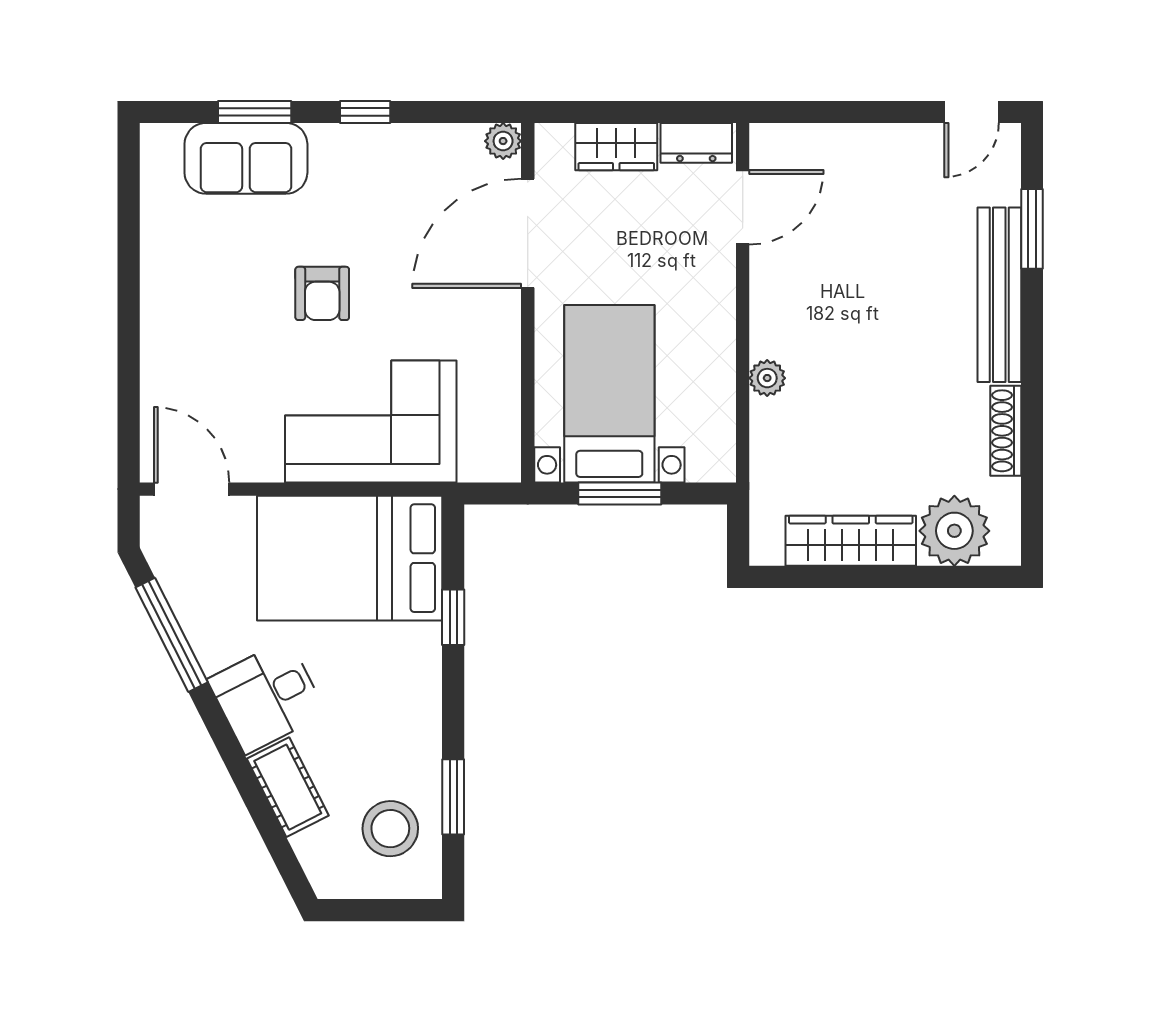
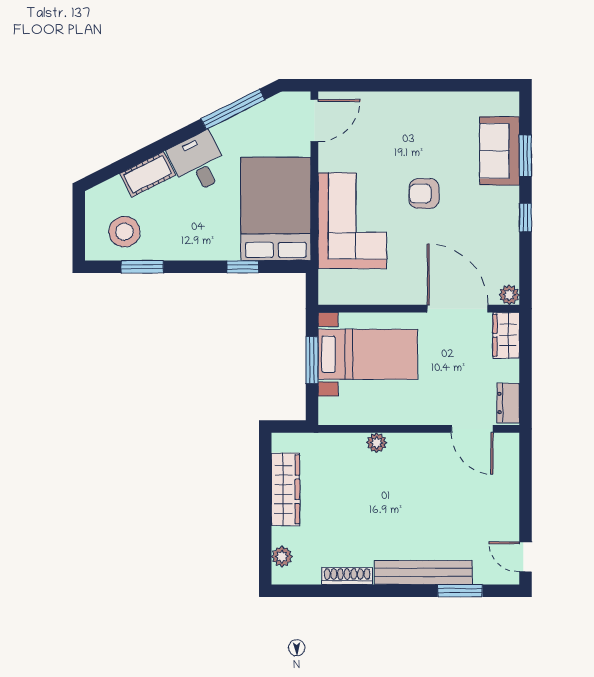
wardrobe: (616, 147) -> (506, 335), moved
plant: (954, 531) -> (282, 557), width x0.53, depth x0.53

